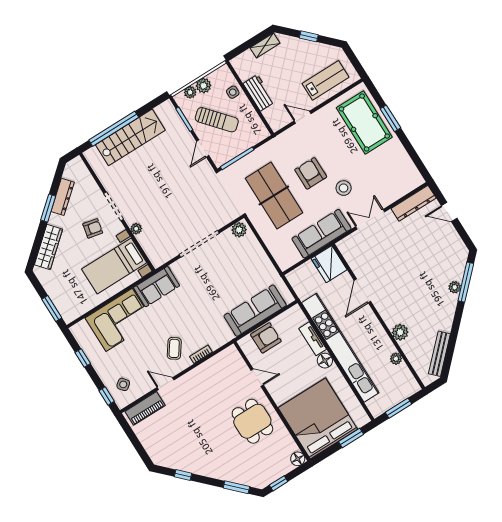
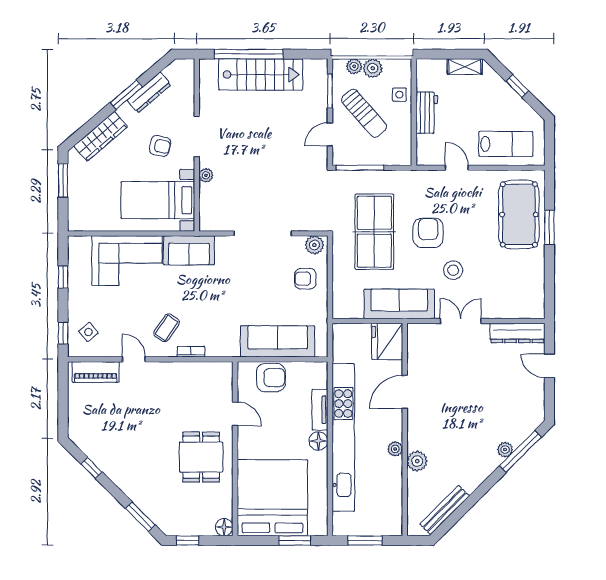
armchair: (247, 256) -> (305, 279), added
window: (52, 309) -> (63, 180), moved
plant: (396, 359) -> (395, 449), moved

